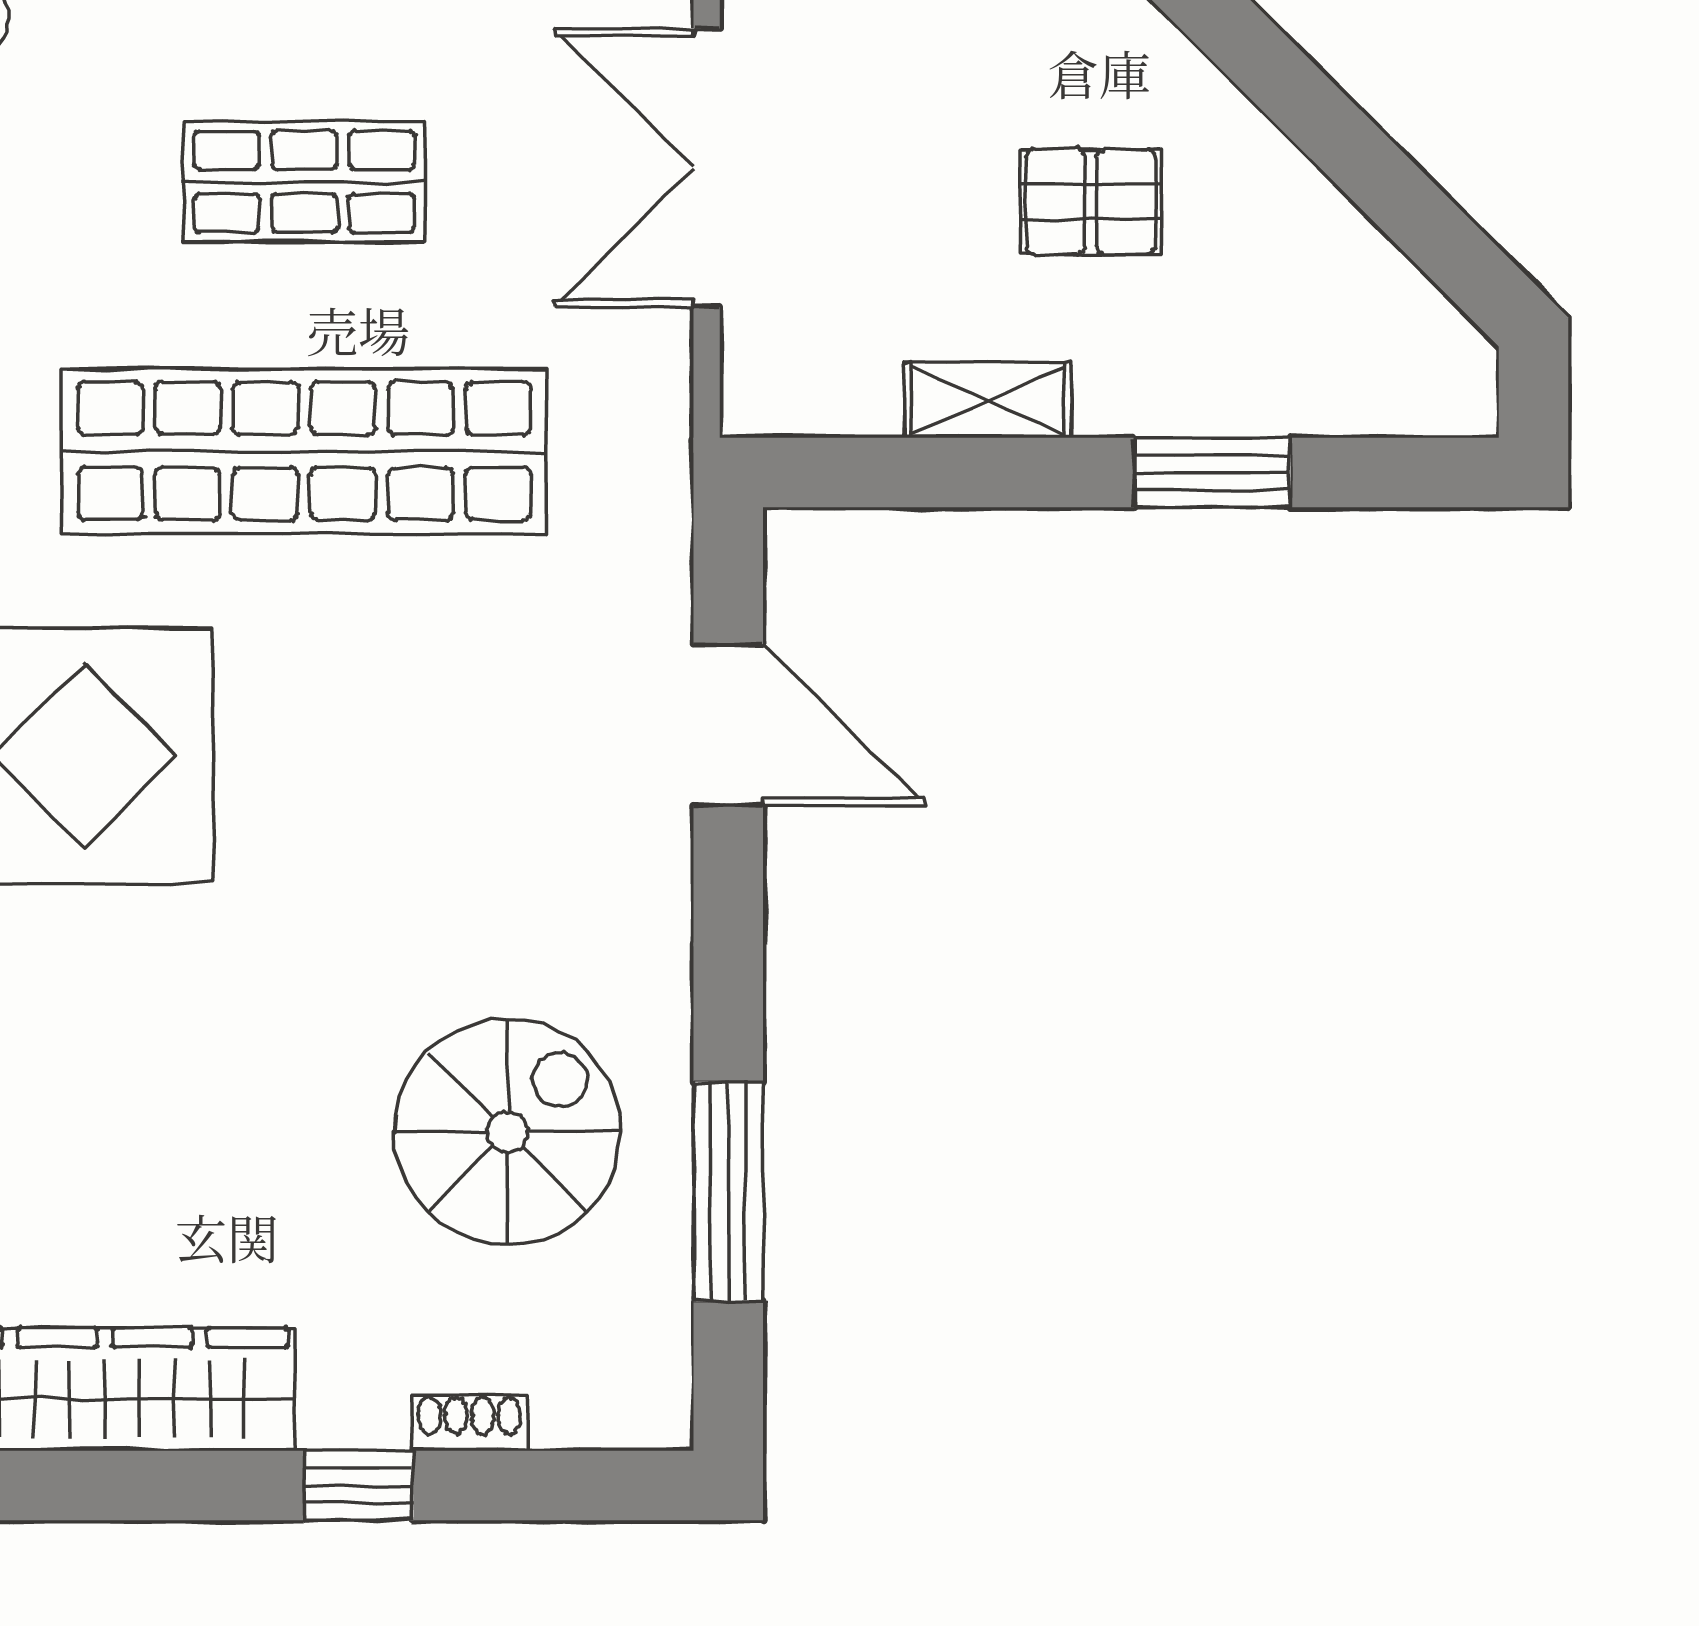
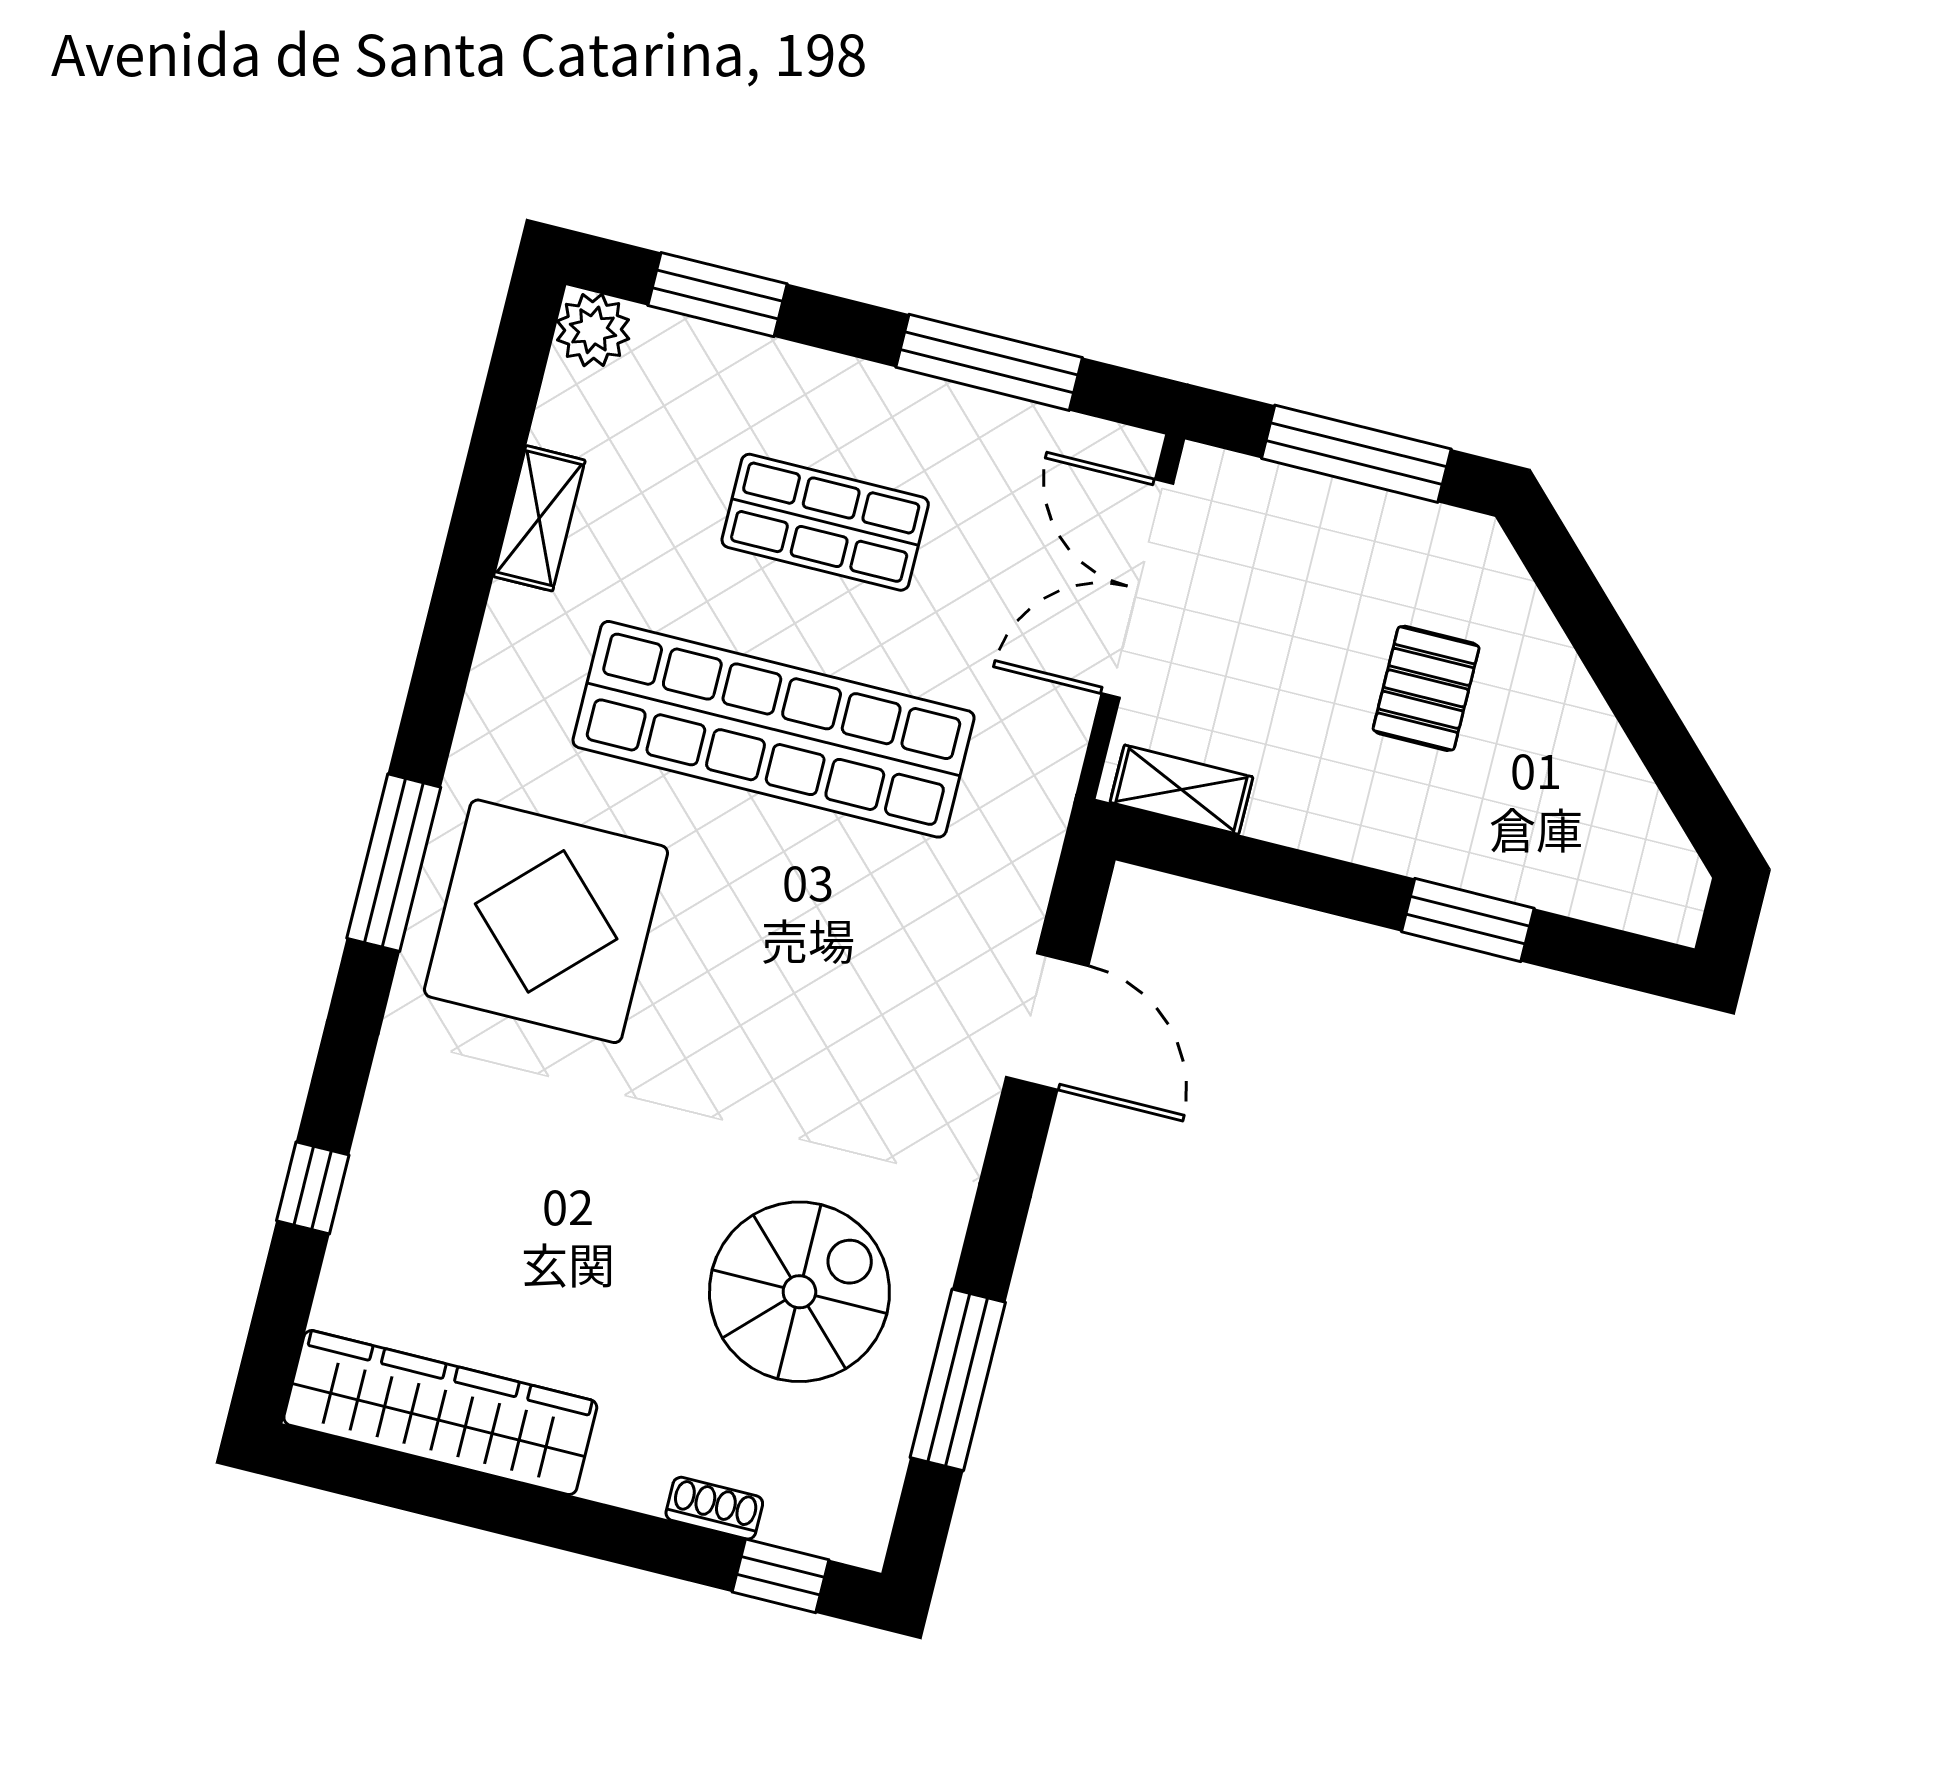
pallet: (1091, 202) -> (1426, 688), turned 90
shelving: (988, 400) -> (1181, 790), moved
window: (359, 1486) -> (781, 1576), moved

